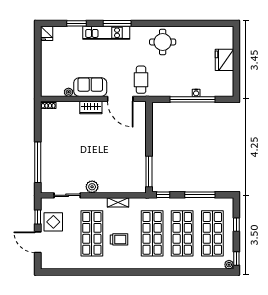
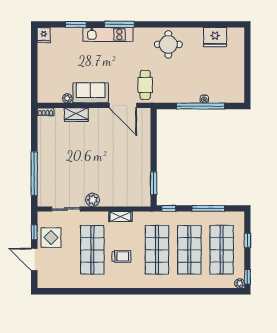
fridge: (224, 60) -> (215, 37), moved, turned -90
wardrobe: (91, 107) -> (76, 115), moved
window: (149, 171) -> (154, 183), width x0.69

